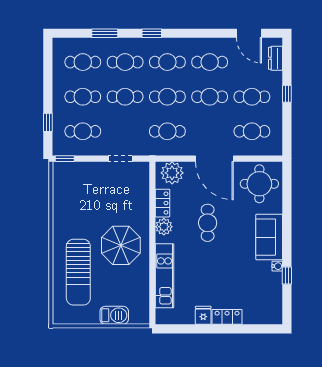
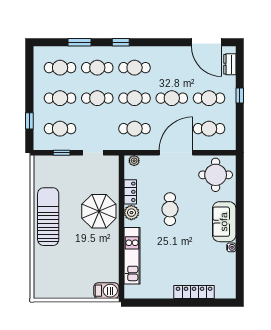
door: (249, 33) -> (206, 42), width x1.36
cafe table: (210, 62) -> (172, 68), removed
window: (65, 159) -> (62, 153), moved
door: (214, 159) -> (176, 153), swing flipped
plant: (172, 173) -> (134, 161), width x0.53, depth x0.53
parasol: (121, 245) -> (99, 211), moved
sun lounger: (78, 272) -> (48, 217), moved, turned 180
window: (287, 275) -> (240, 256), removed
barbecue: (114, 315) -> (106, 291), moved
fridge: (203, 315) -> (166, 291), removed
locker: (227, 317) -> (194, 292), width x1.53

